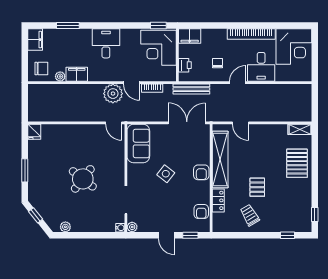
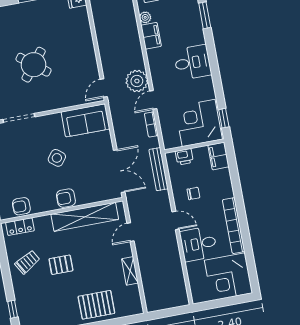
shelving: (300, 129) -> (130, 271), moved
locker: (218, 200) -> (20, 227), moved

